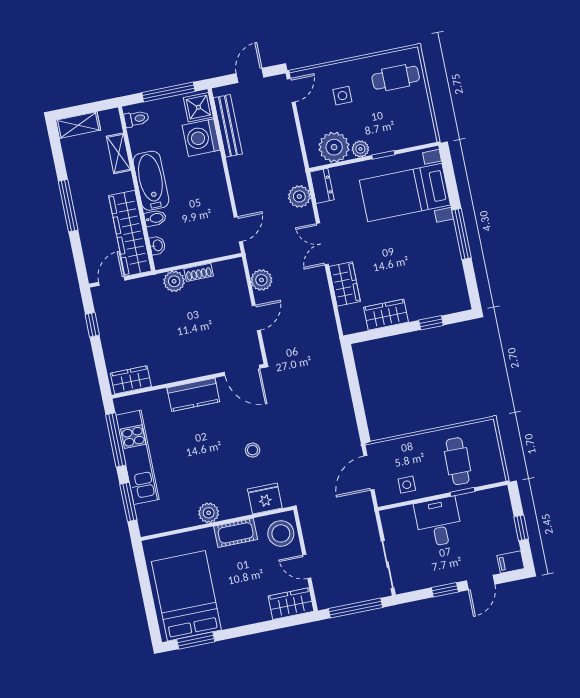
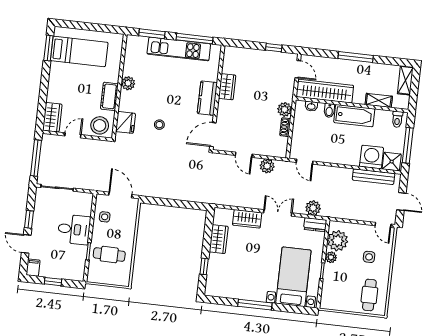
wardrobe: (131, 380) -> (227, 87), moved
bed: (186, 596) -> (79, 51), width x0.67

